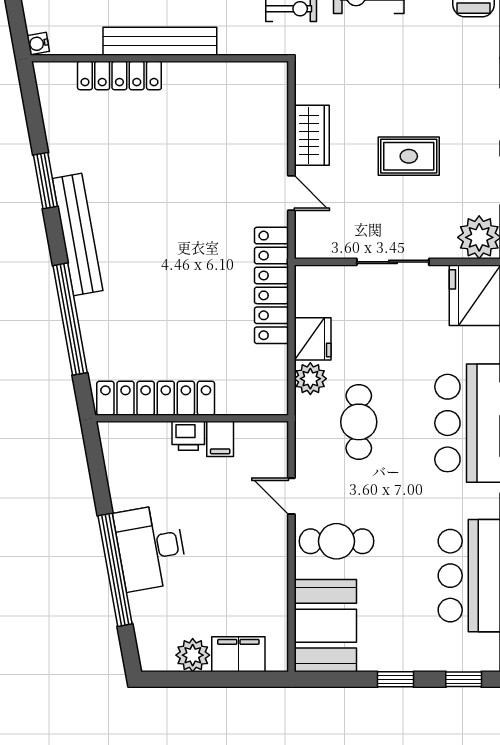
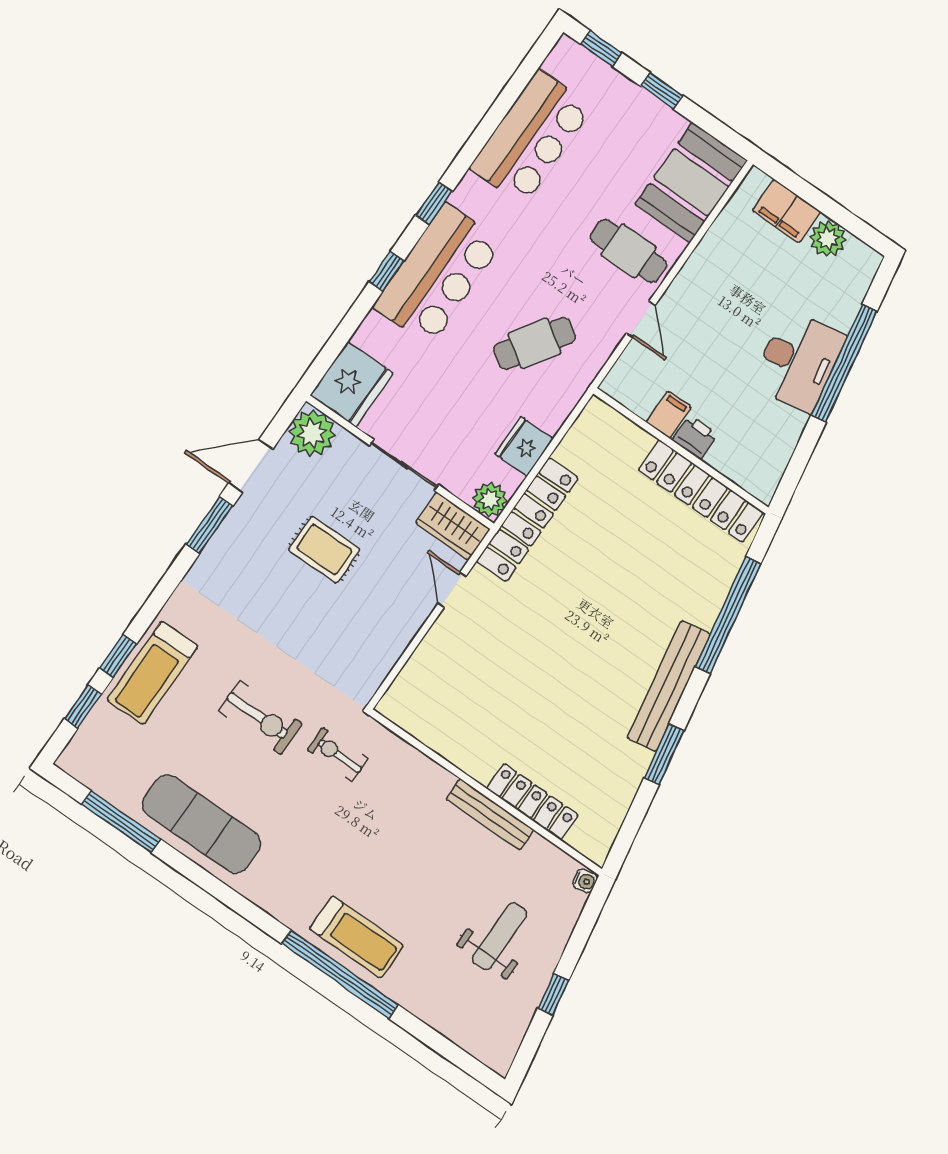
bench: (160, 41) -> (490, 814), width x0.73, depth x0.82
wardrobe: (312, 135) -> (453, 526), moved, turned -90
plant: (310, 379) -> (490, 500), moved
cafe table: (359, 422) -> (534, 343), turned 33

